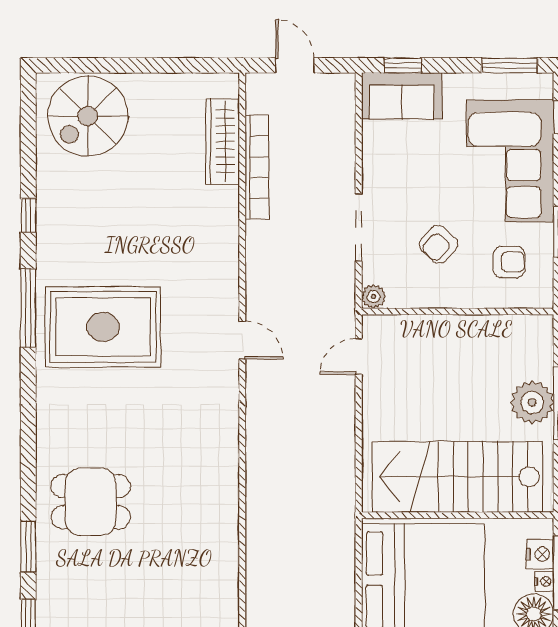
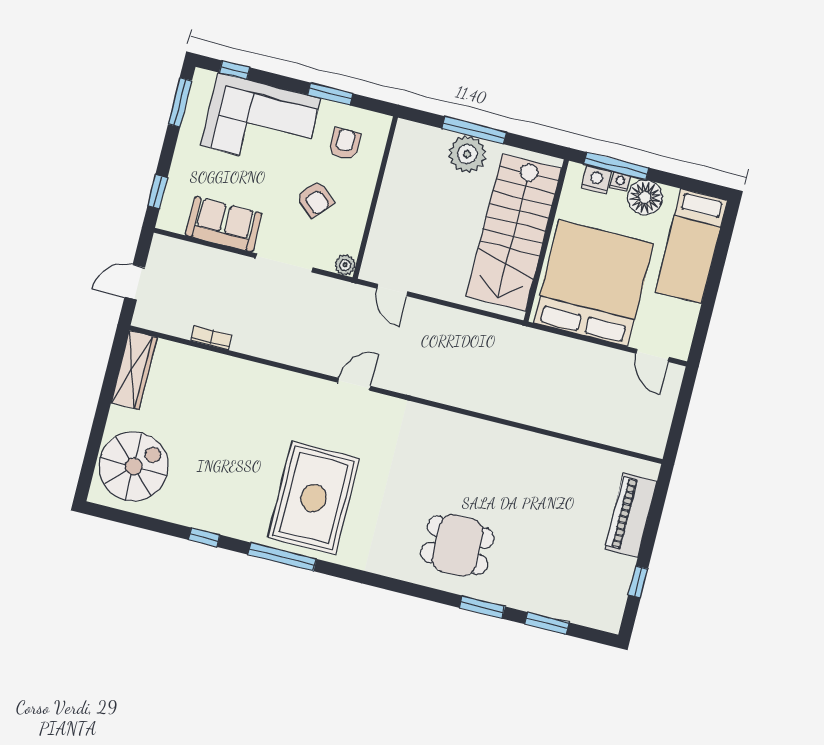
sofa: (402, 96) -> (224, 224), moved, turned -90
spiral stairs: (88, 116) -> (134, 466), turned -90
wardrobe: (223, 141) -> (134, 370), moved, turned -90
bookcase: (257, 167) -> (211, 338), width x0.43, depth x0.76
dining table: (91, 502) -> (458, 545), turned 90

